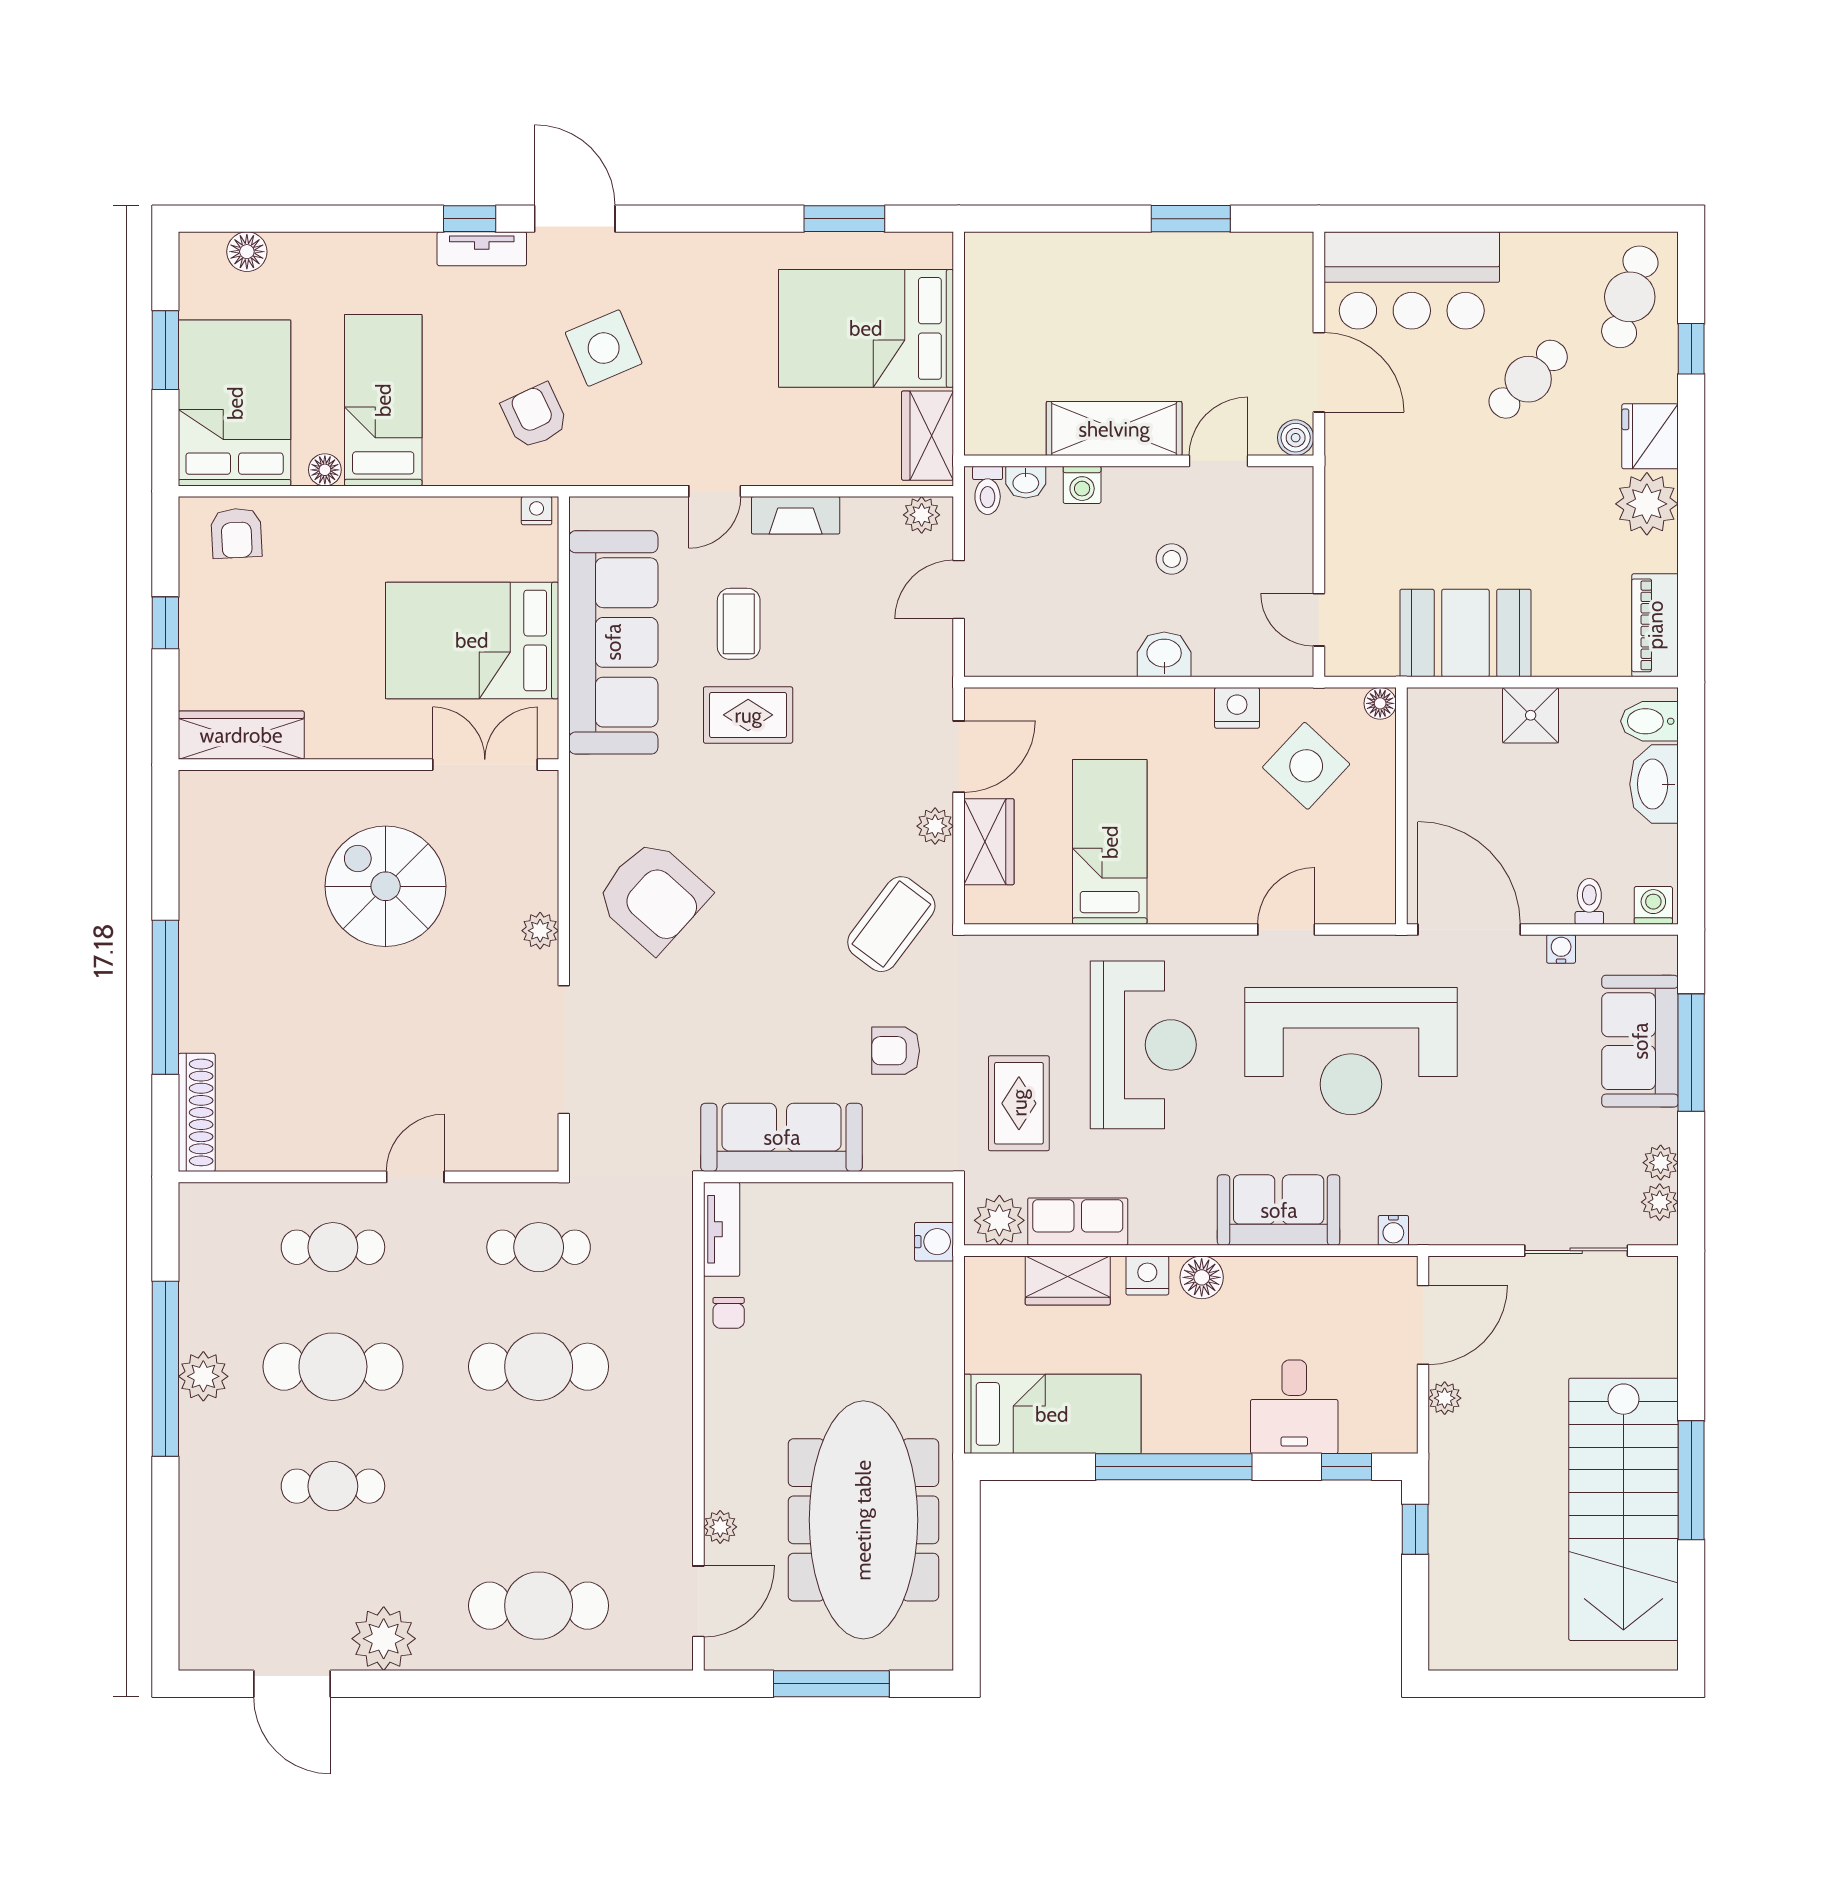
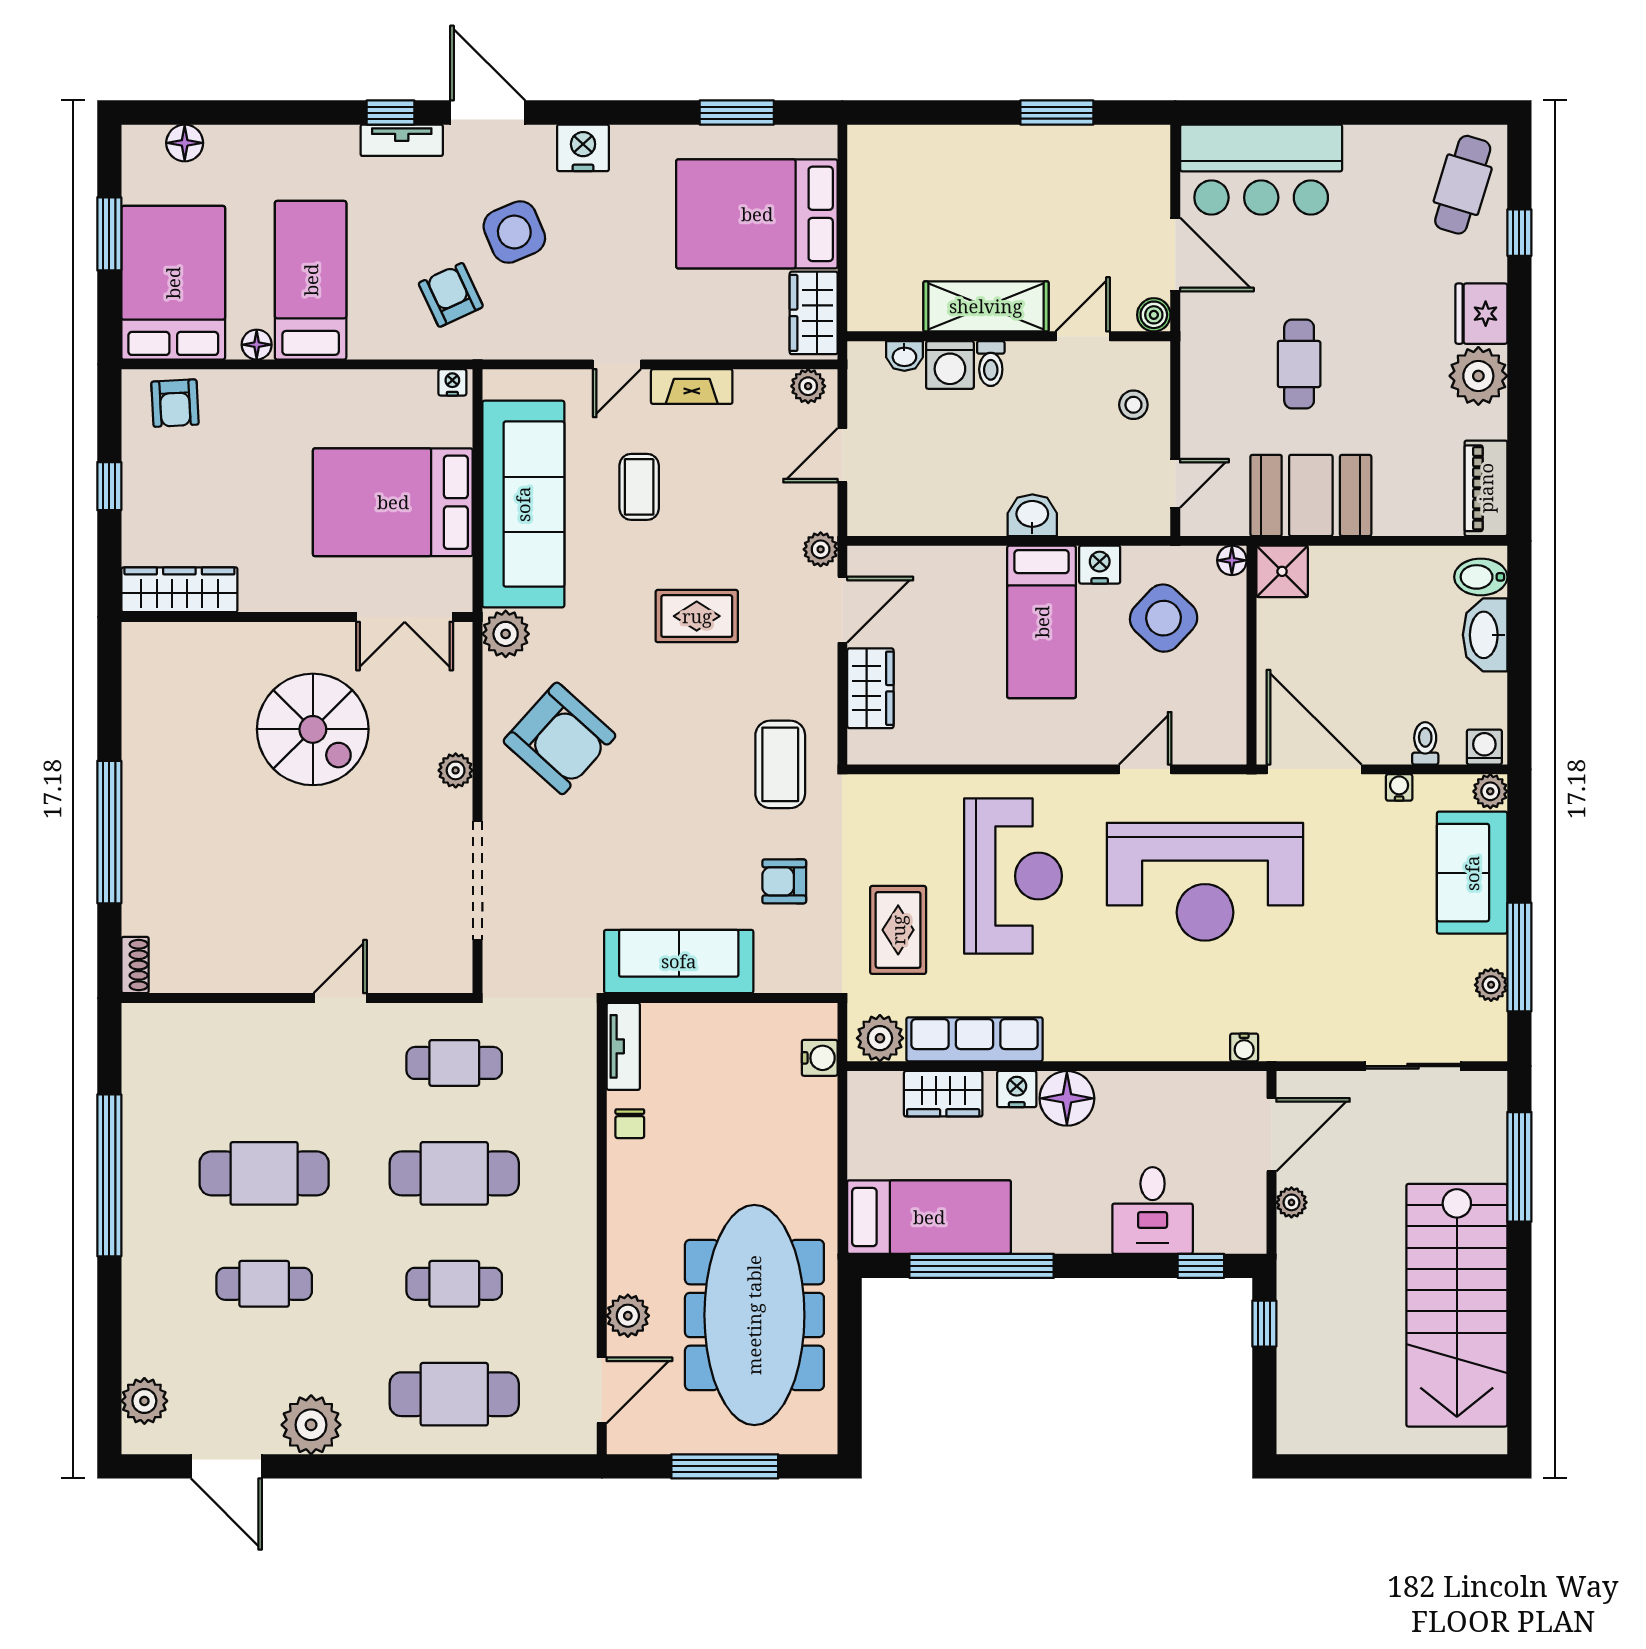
nightstand: (678, 257) -> (583, 148), added
cafe table: (1528, 379) -> (1299, 364), moved, turned -45
washing machine: (1082, 485) -> (950, 365), width x1.38, depth x1.38
toilet: (988, 490) -> (991, 364), moved
stool: (1172, 559) -> (1133, 405), moved
door: (1319, 620) -> (1175, 483), swing flipped
rug: (748, 715) -> (697, 616), moved
shower: (1531, 715) -> (1282, 571), moved
double door: (485, 765) -> (405, 617), swing flipped
plant: (594, 783) -> (506, 634), added
plant: (935, 826) -> (821, 549), moved
bed: (1110, 842) -> (1042, 622), moved, turned 180
spiral stairs: (386, 886) -> (313, 729), turned 180
coffee table: (891, 924) -> (780, 764), turned -37
window: (1691, 1053) -> (1519, 957), moved
shoe rack: (197, 1112) -> (135, 965), width x0.51, depth x0.81
plant: (1660, 1202) -> (1490, 791), moved
sofa: (1279, 1210) -> (1138, 1029), removed
row of seats: (1078, 1222) -> (974, 1039), width x1.48
cafe table: (333, 1247) -> (454, 1284), moved
floor lamp: (1202, 1277) -> (1067, 1098), width x1.38, depth x1.38
plant: (203, 1376) -> (144, 1401), moved
window: (1174, 1467) -> (982, 1266), moved
window: (1691, 1480) -> (1519, 1167), moved
plant: (720, 1527) -> (628, 1316), width x1.38, depth x1.38

